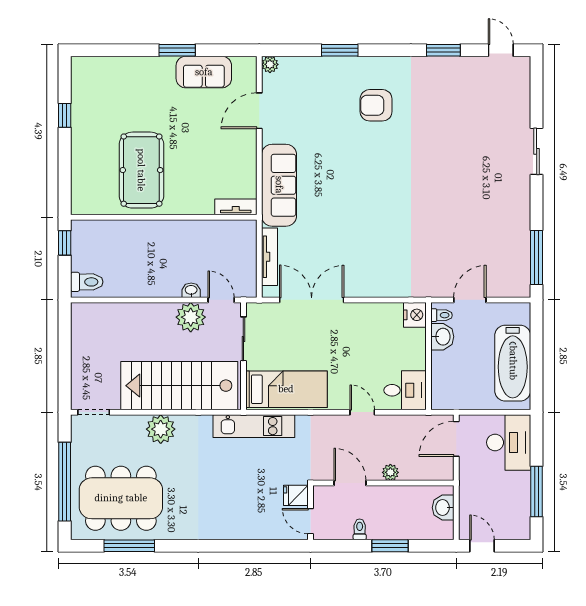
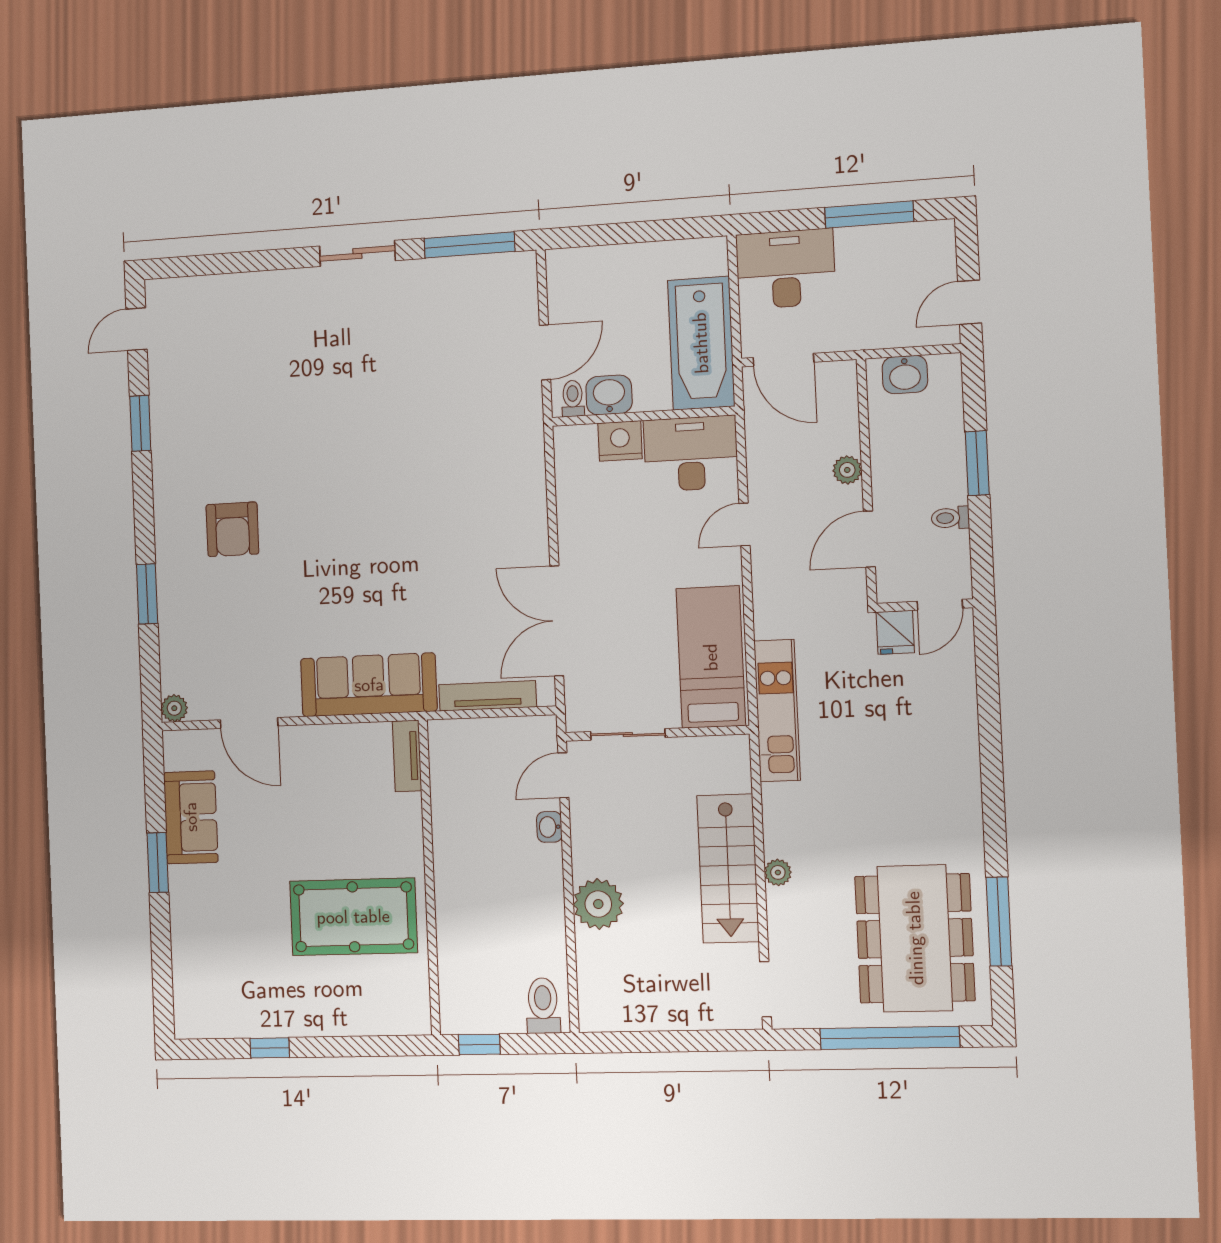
sliding door: (537, 151) -> (357, 253), moved
door: (470, 300) -> (545, 352), swing flipped
nightstand: (415, 315) -> (620, 441), moved
plant: (191, 317) -> (598, 904), moved
bathtub: (513, 363) -> (701, 343), moved, turned 90
stairs: (179, 386) -> (728, 869), width x0.73, depth x0.66
desk: (405, 390) -> (691, 454), width x1.37
plant: (161, 429) -> (778, 872), width x0.53, depth x0.53

